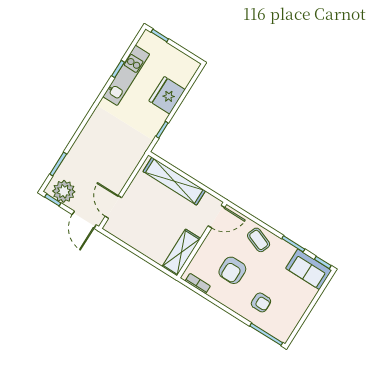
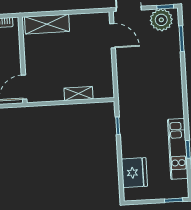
fridge: (167, 95) -> (134, 173), moved
shelving: (174, 181) -> (79, 94), width x0.45, depth x0.75
shelving: (181, 252) -> (47, 24), moved, turned 90

